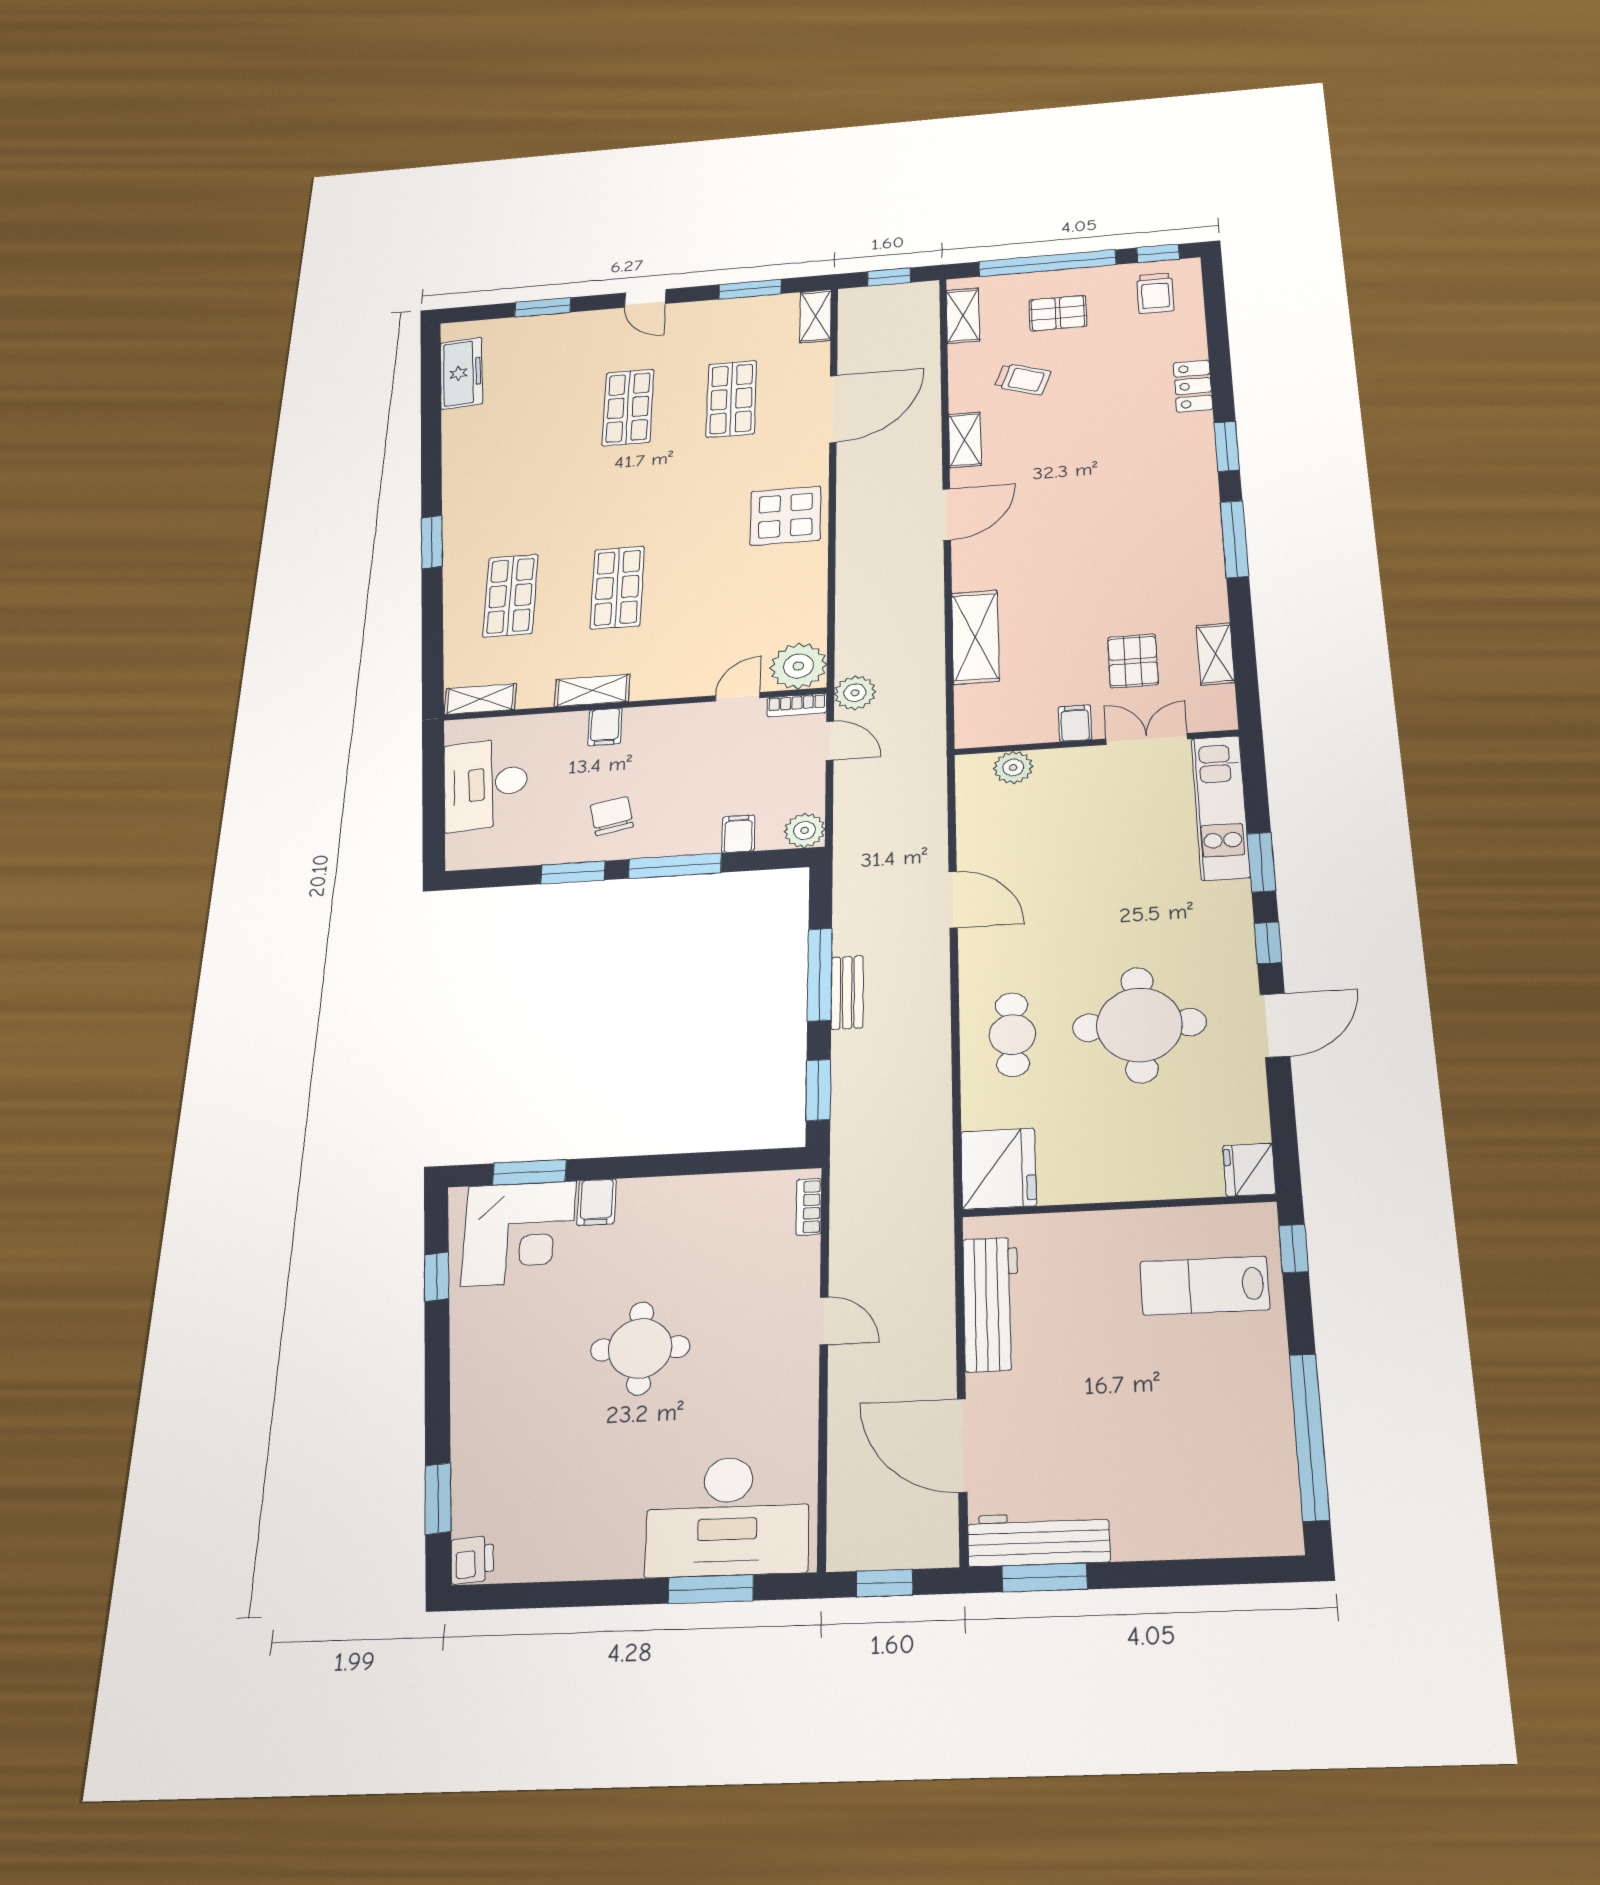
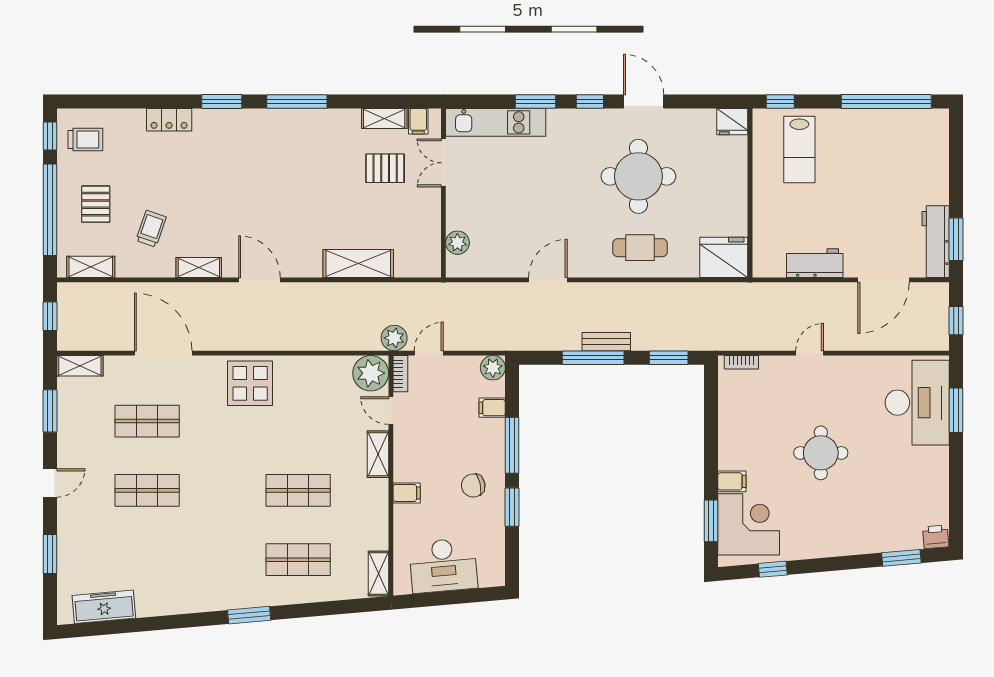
shelving: (592, 690) -> (378, 454), moved
filing cabinet: (1075, 723) -> (418, 121), moved, turned -90
workbench: (991, 1304) -> (815, 263), width x0.73

